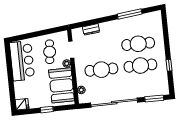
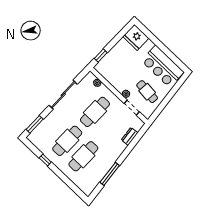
booth: (62, 85) -> (116, 73), removed
sliding door: (114, 103) -> (63, 95), width x0.73
fridge: (22, 104) -> (136, 37), width x1.88, depth x1.34
window: (47, 110) -> (101, 56), moved

